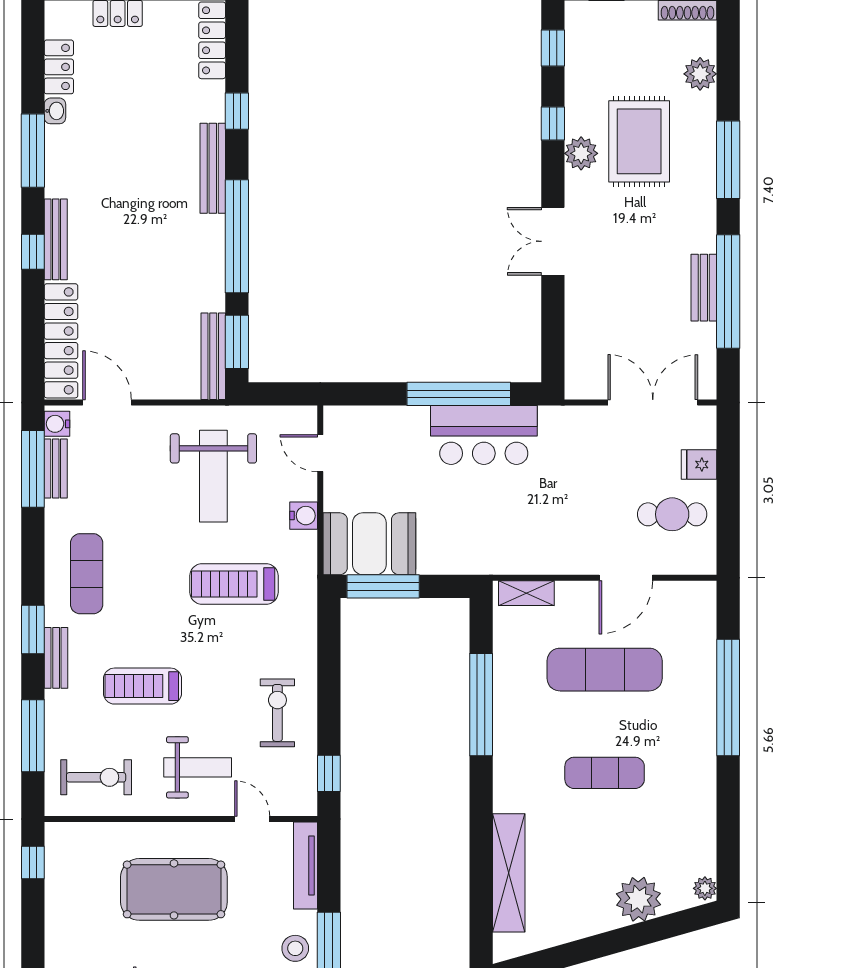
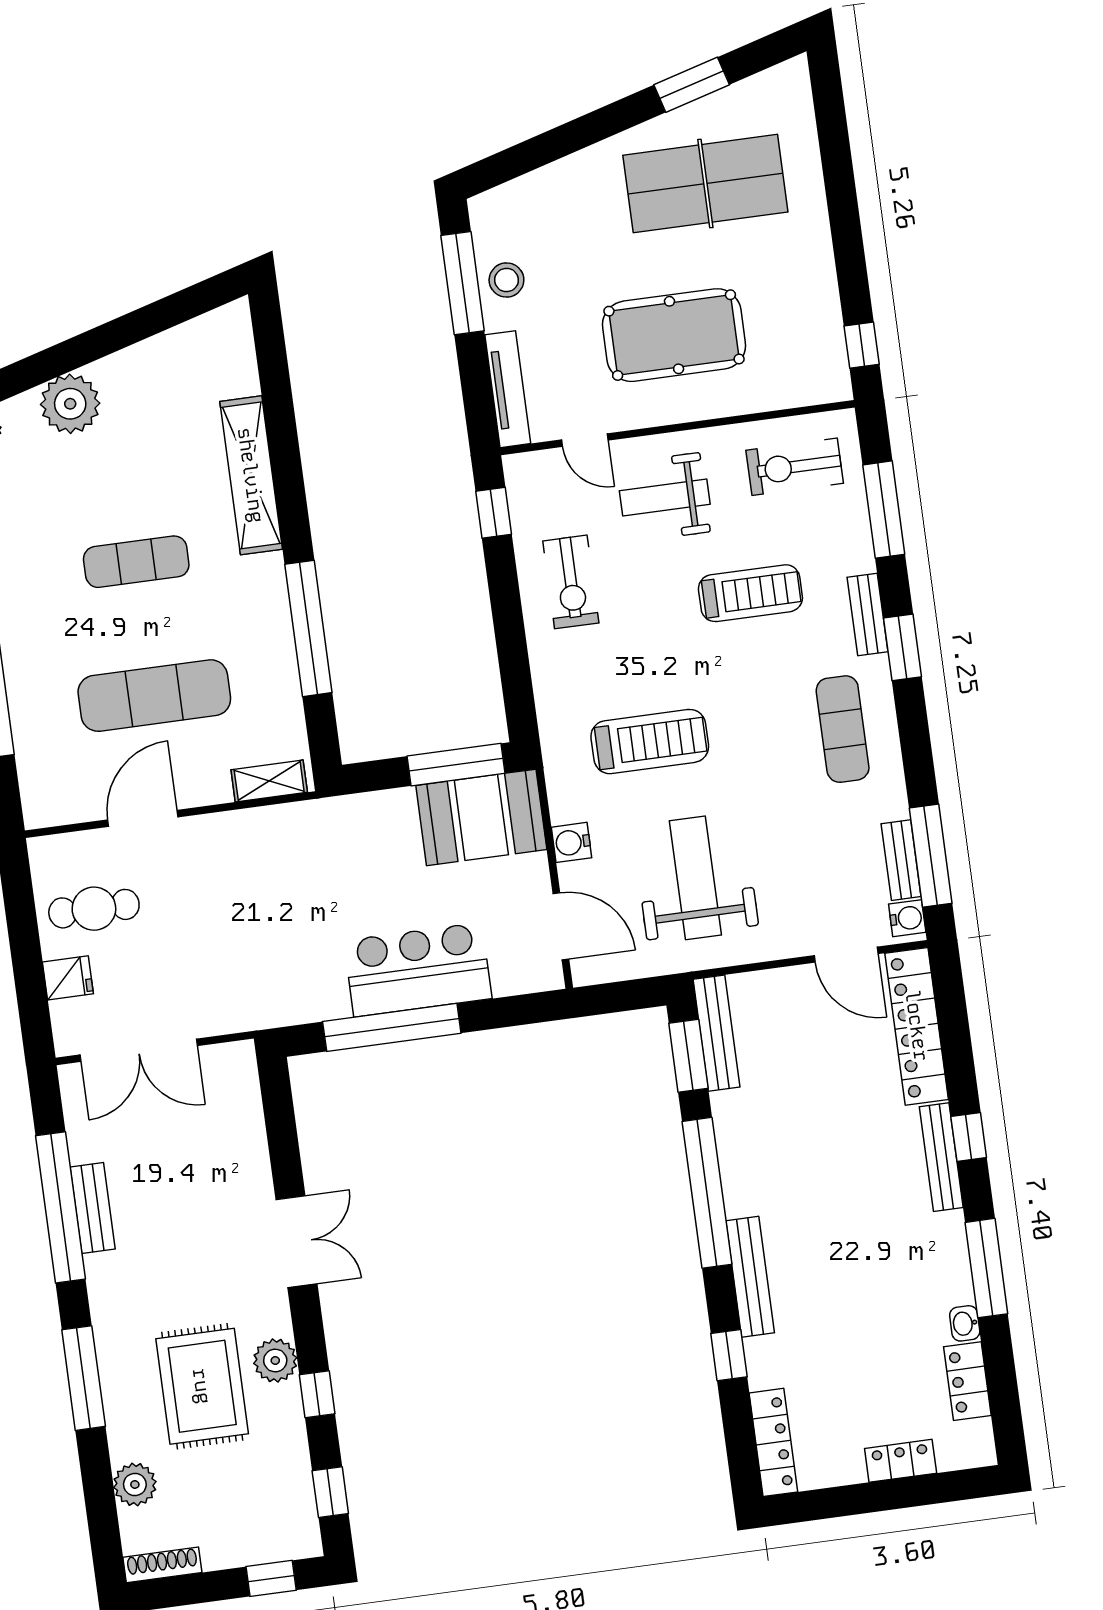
bar counter: (484, 435) -> (418, 970), moved
door: (320, 453) -> (561, 926), width x1.38
shelving: (509, 873) -> (251, 475), moved

